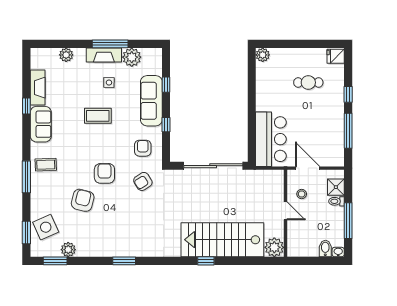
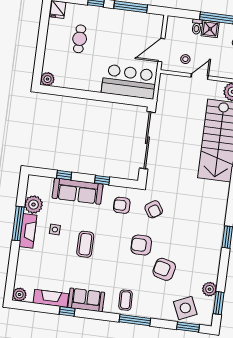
plant: (66, 55) -> (19, 295), moved
shower: (336, 187) -> (210, 29), moved

